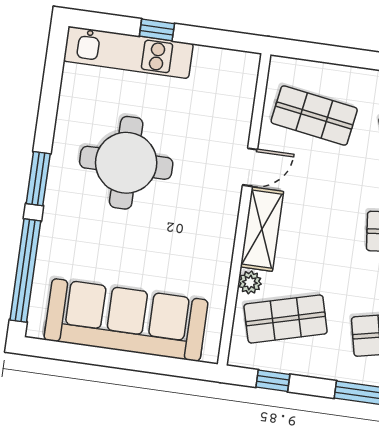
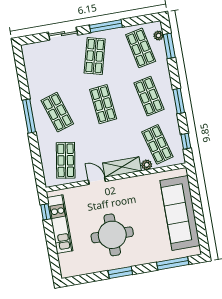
window: (157, 30) -> (46, 212), moved
kitchen unit: (128, 52) -> (60, 224), moved
window: (38, 179) -> (120, 273), moved
window: (25, 270) -> (173, 263), width x0.68

